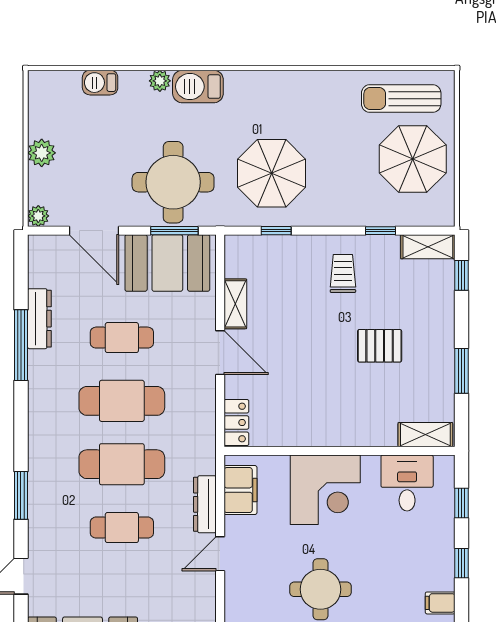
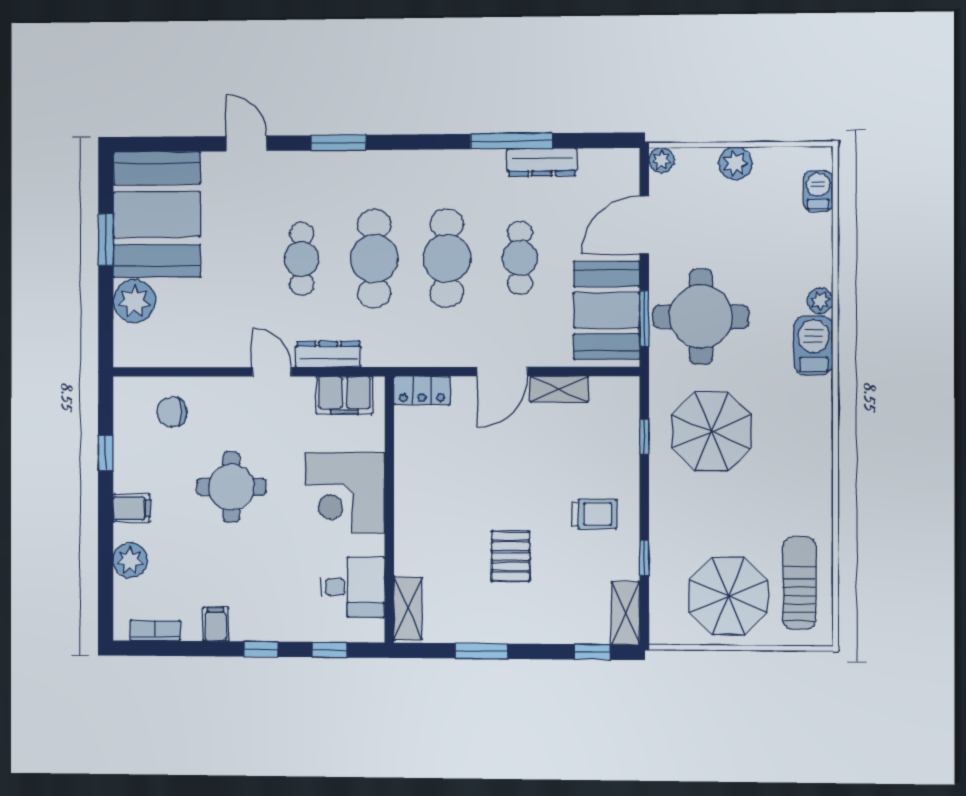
barbecue: (100, 83) -> (818, 191), moved

